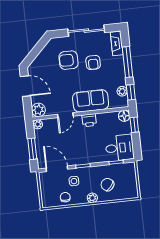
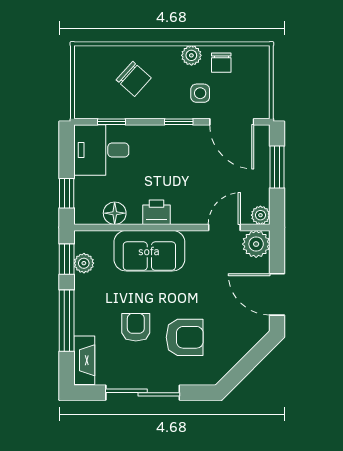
door: (65, 115) -> (224, 227), moved
floor lamp: (124, 116) -> (115, 213), moved
plant: (92, 198) -> (191, 55), moved

